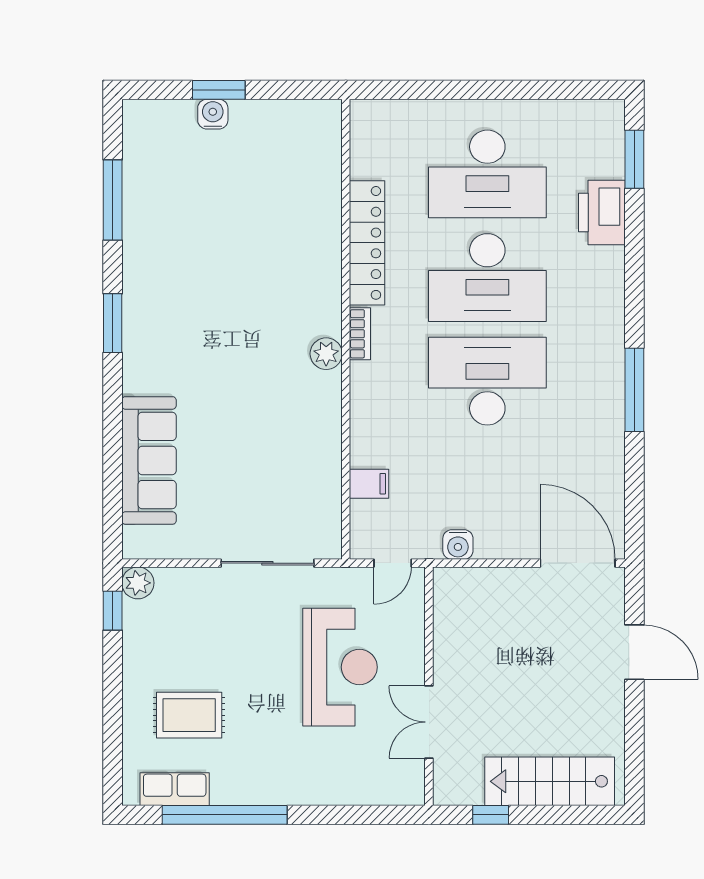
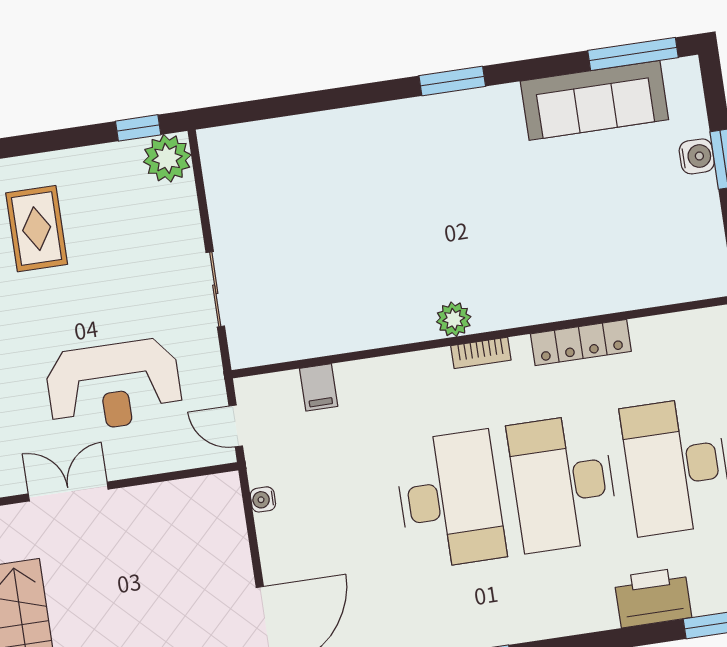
window: (113, 200) -> (633, 54), moved
locker: (367, 243) -> (581, 343), width x0.71, depth x0.83
sofa: (149, 460) -> (594, 100), moved
water cooler: (458, 545) -> (263, 499), width x0.72, depth x0.72
sliding door: (267, 563) -> (215, 289), width x0.73
plant: (138, 583) -> (167, 158), width x1.36, depth x1.36

